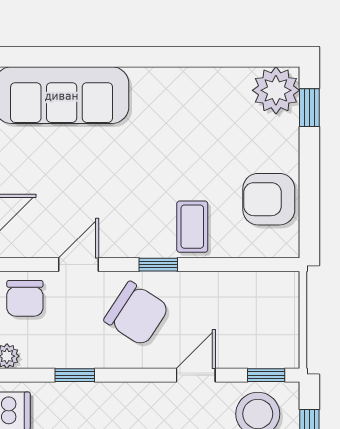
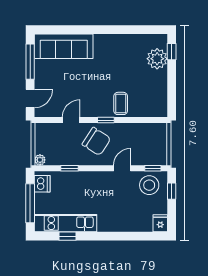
plant: (276, 90) -> (157, 59), moved
armchair: (269, 199) -> (154, 92), removed
chair: (25, 298) -> (48, 135), removed

